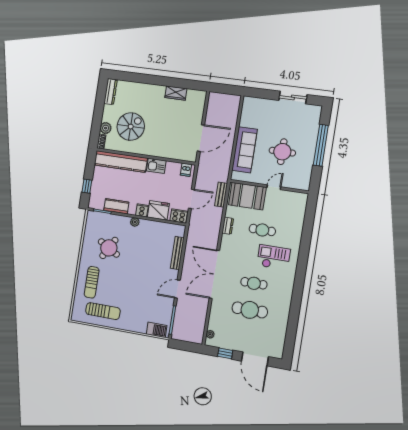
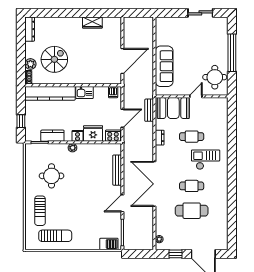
round table: (282, 152) -> (215, 77), moved
round table: (109, 248) -> (52, 176), turned -30

